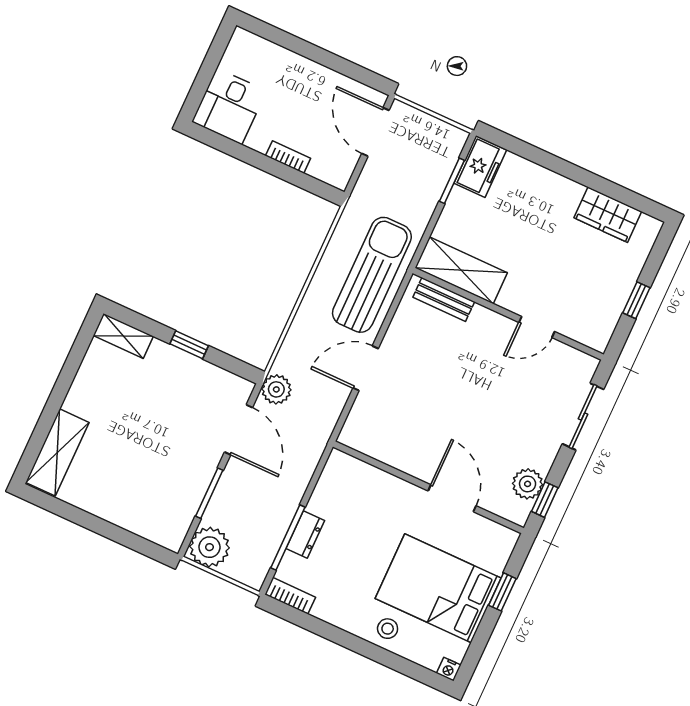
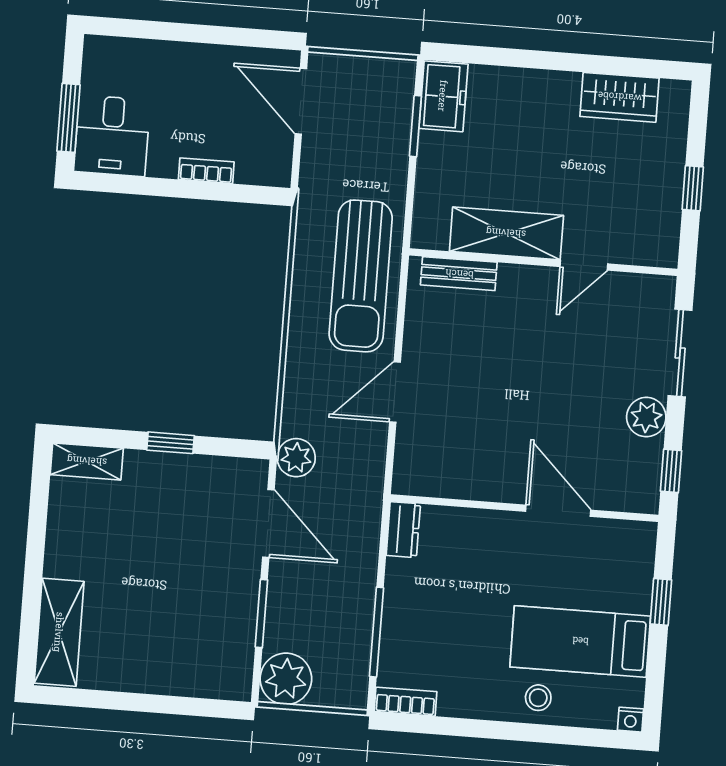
window: (202, 82) -> (68, 118), added
shelving: (461, 270) -> (506, 233), moved
sun lounger: (372, 275) -> (361, 276), turned 180
plant: (528, 484) -> (646, 417), moved
dresser: (305, 534) -> (403, 530), moved
bed: (438, 588) -> (580, 641), width x0.67

